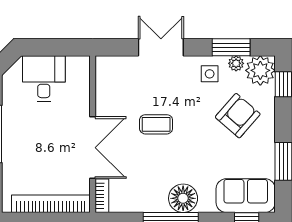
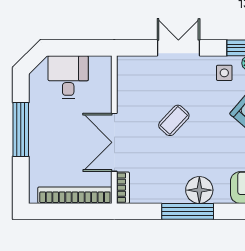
coffee table: (156, 124) -> (174, 120), turned -47
double door: (93, 148) -> (114, 142), swing flipped

